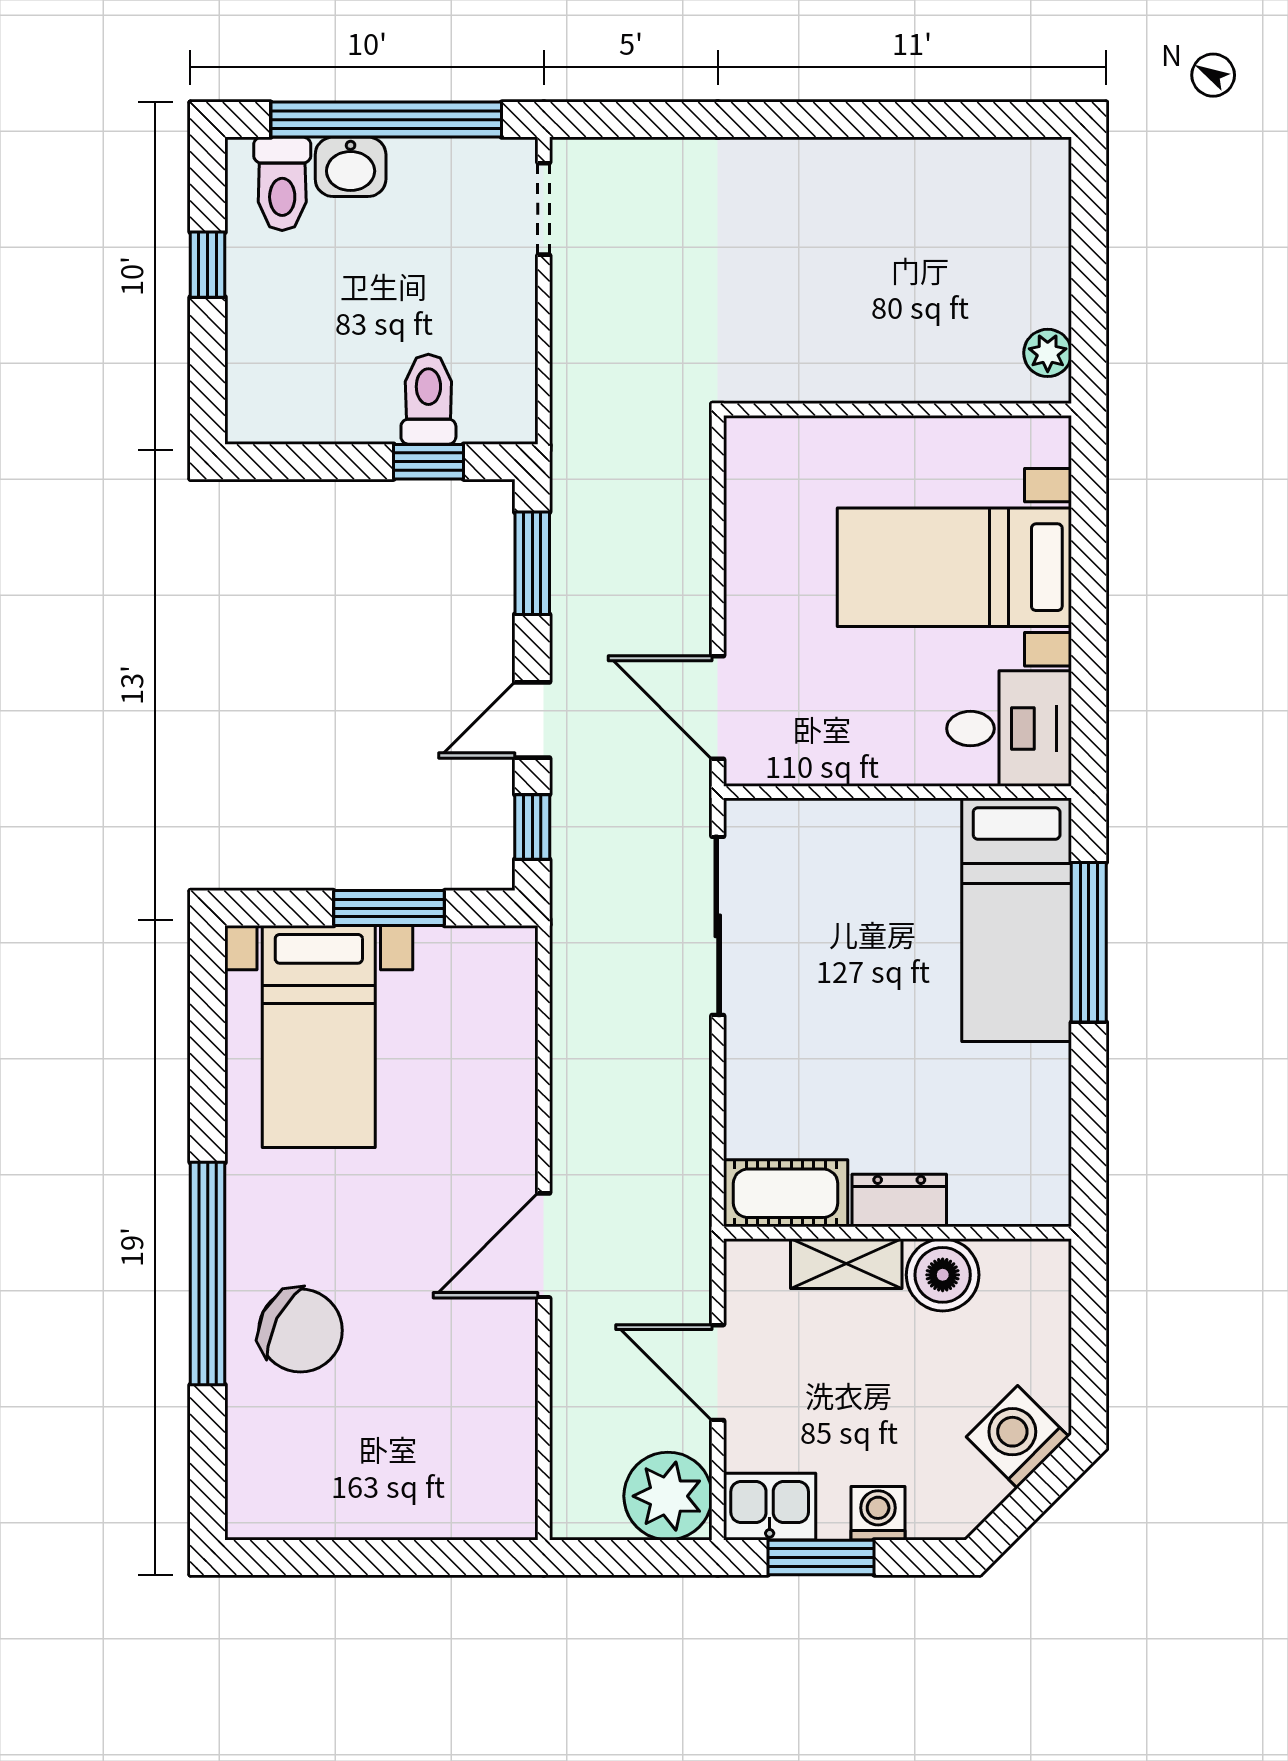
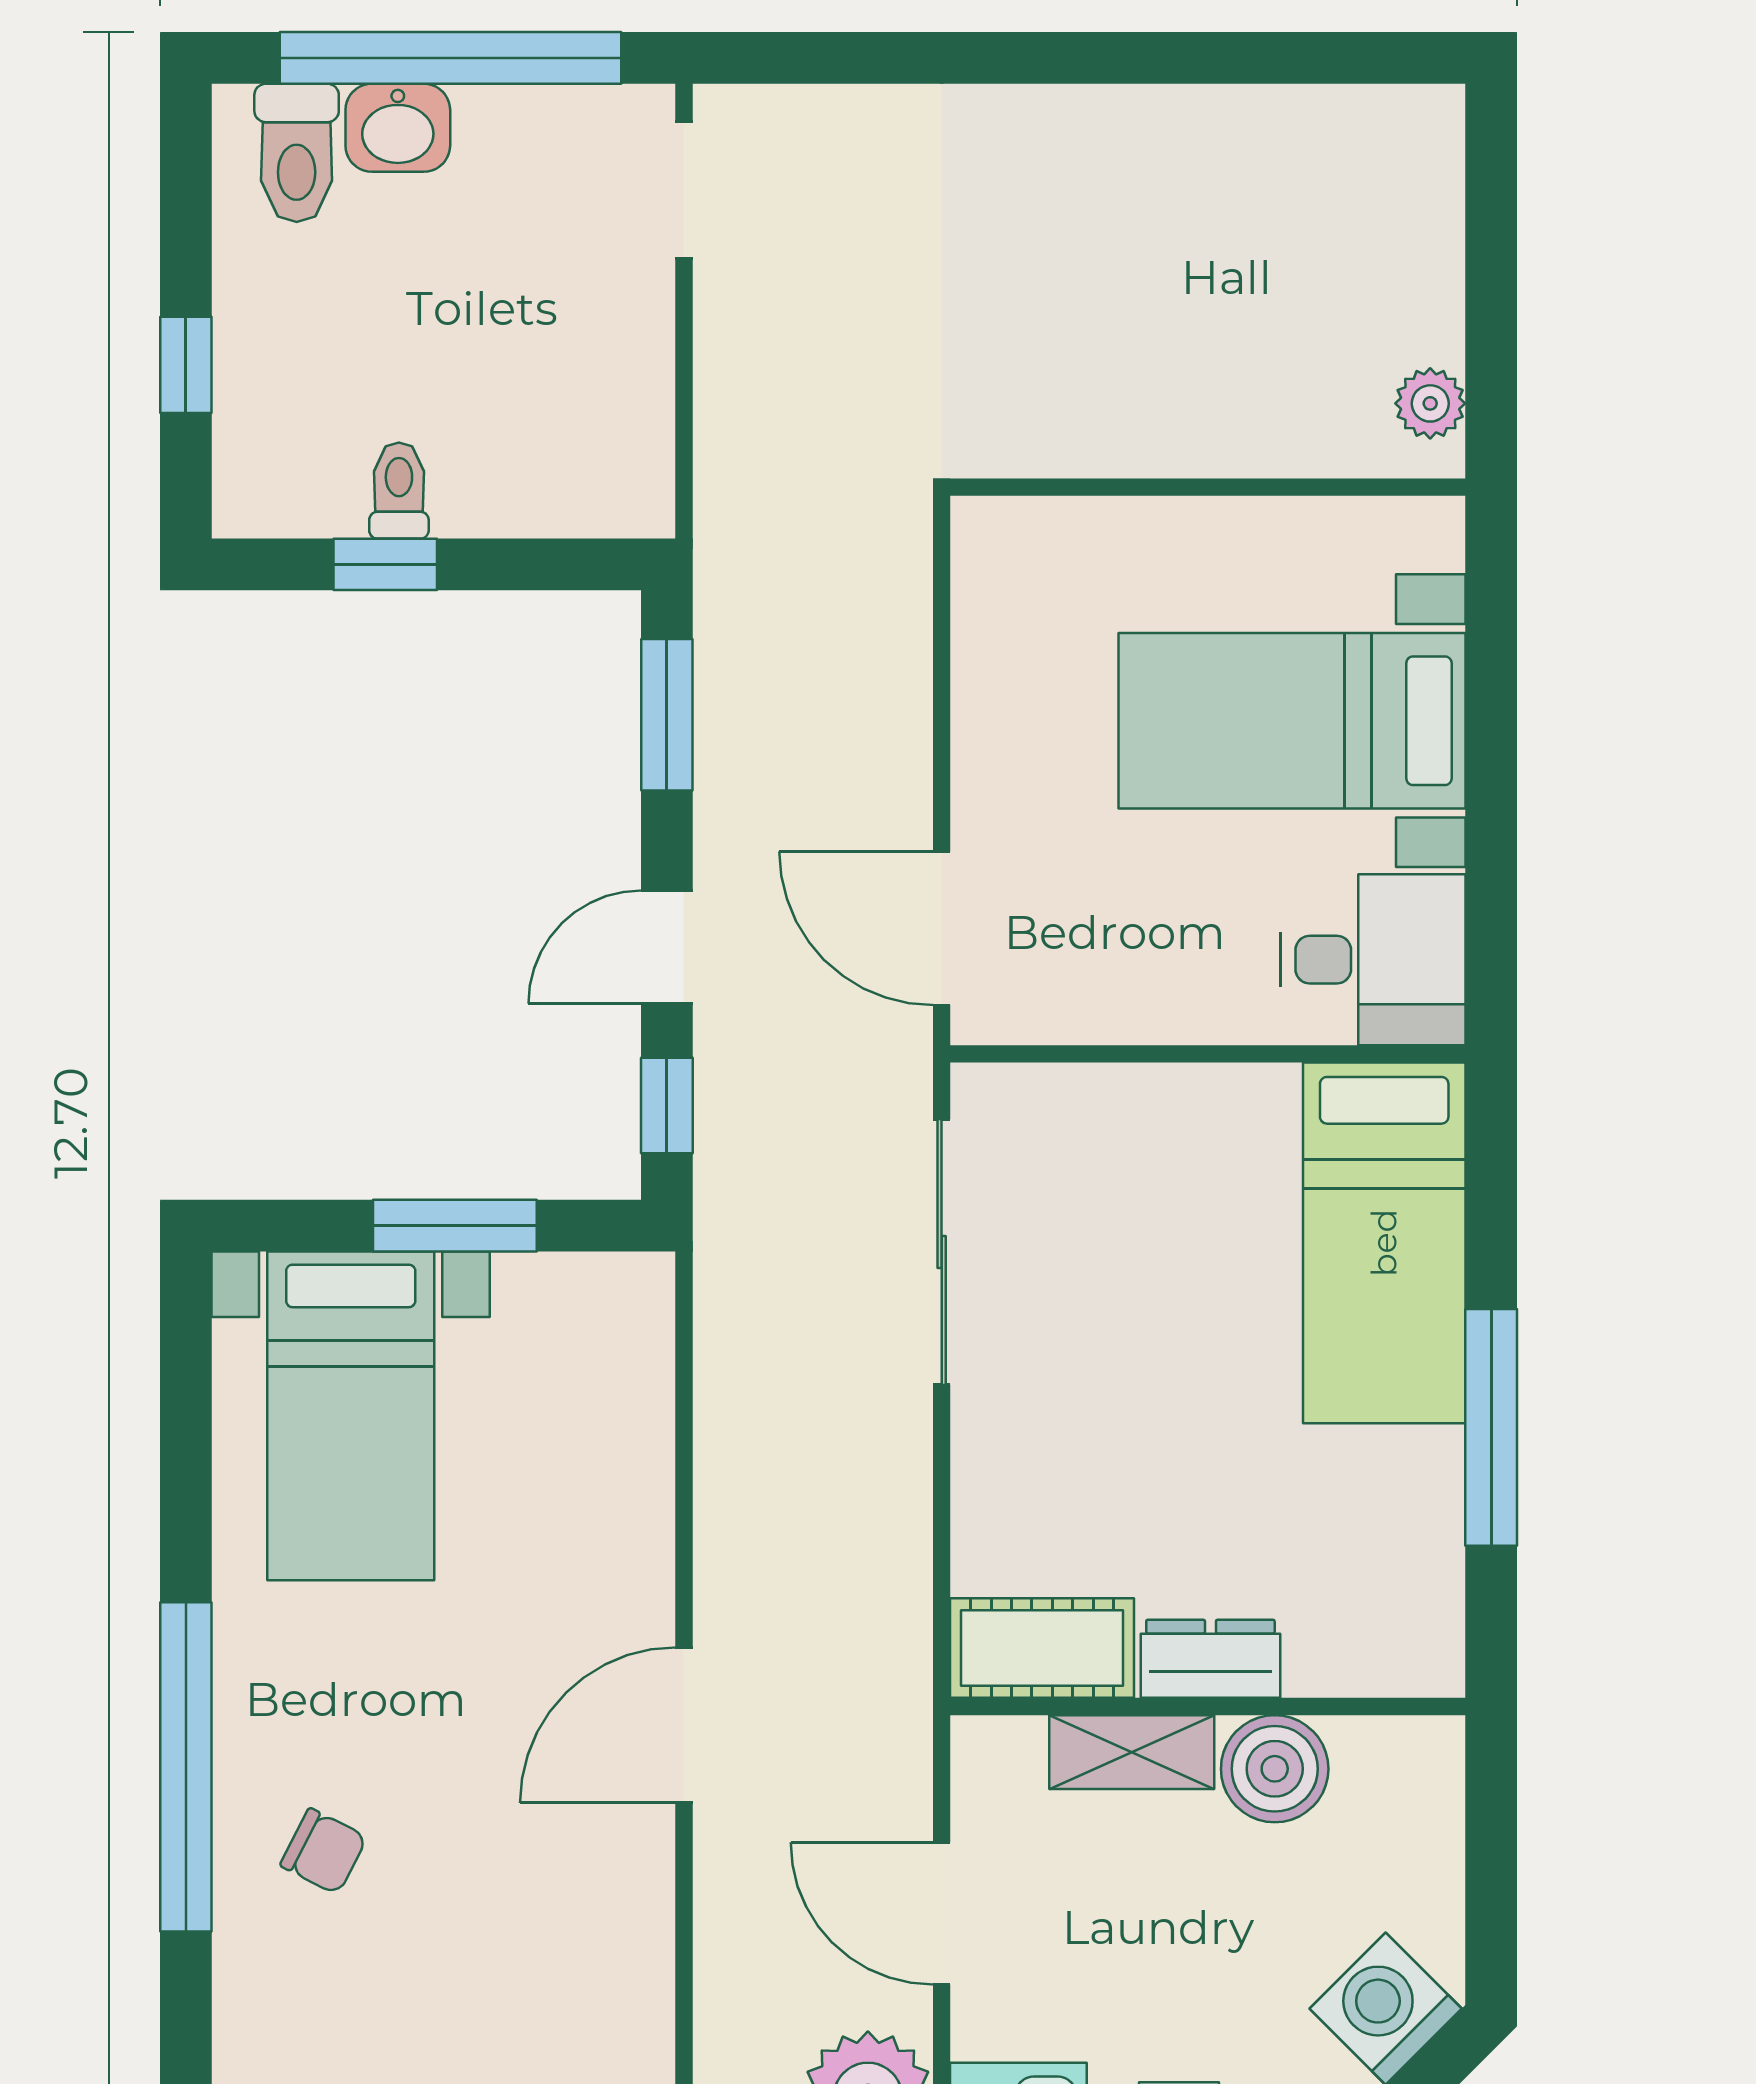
window: (208, 265) -> (186, 365), moved
toilet: (428, 399) -> (399, 491), moved, width x0.73, depth x0.72
window: (429, 462) -> (385, 564), moved
window: (1089, 942) -> (1491, 1427), moved
chair: (300, 1330) -> (324, 1851), width x0.54, depth x0.54

